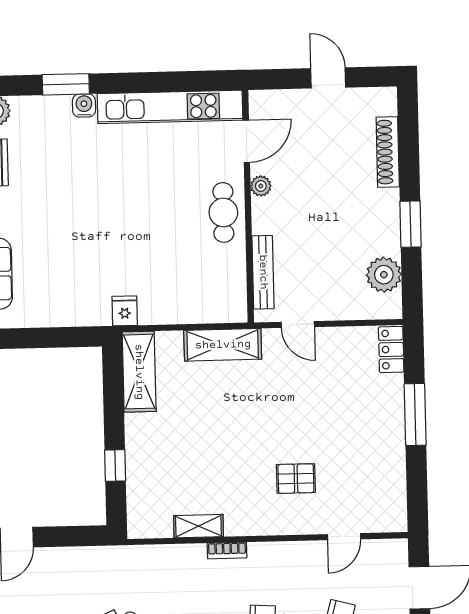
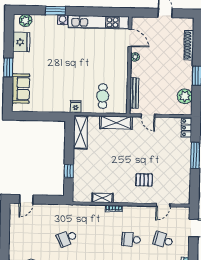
door: (246, 141) -> (130, 38), hinge flipped
cafe table: (223, 212) -> (103, 96), moved

